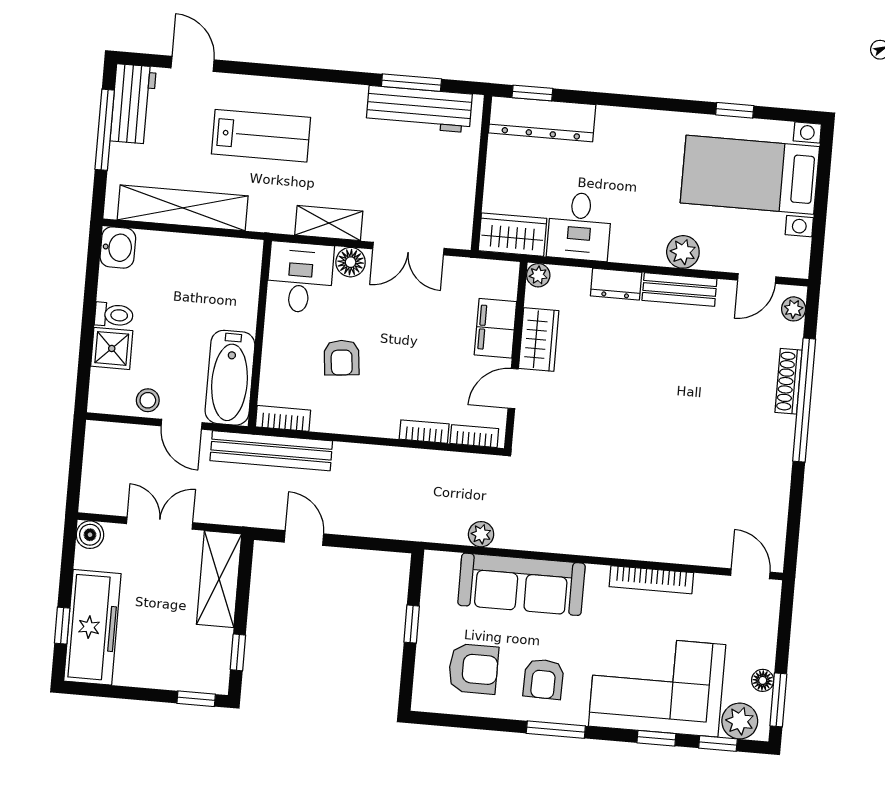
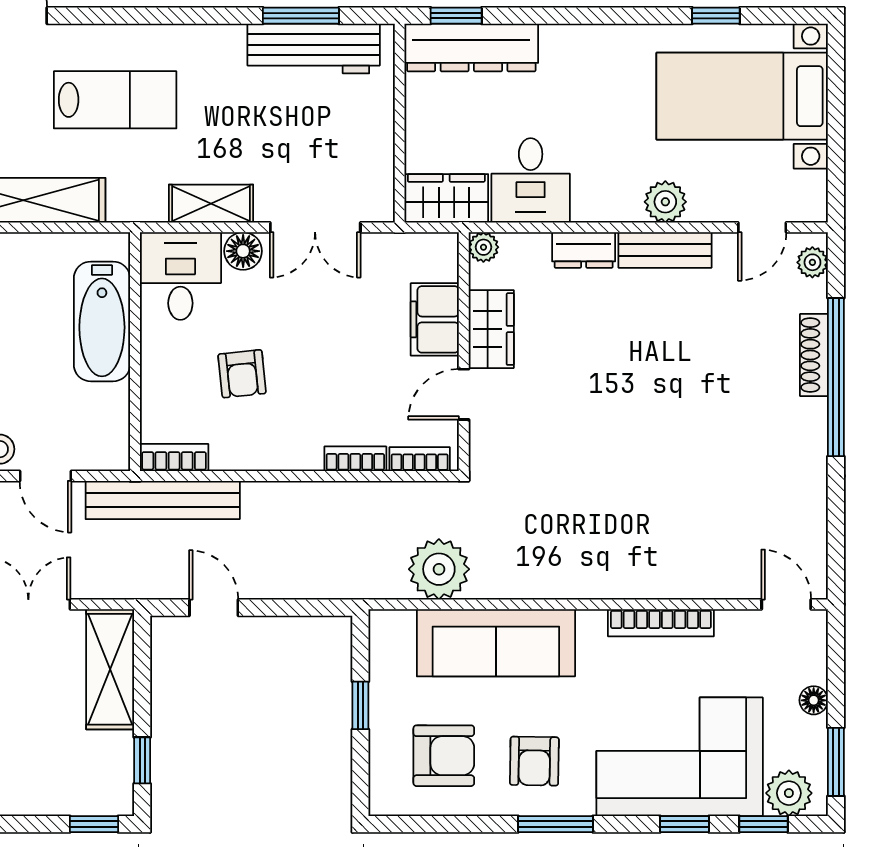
bathtub: (230, 378) -> (102, 321), moved
plant: (481, 534) -> (439, 569), width x1.88, depth x1.88
floor lamp: (763, 680) -> (814, 700), moved

